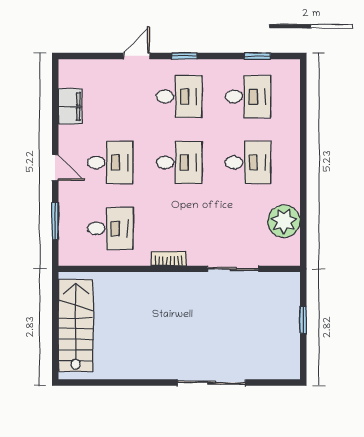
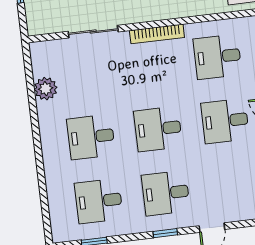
plant: (284, 221) -> (46, 89), width x0.73, depth x0.73
bookcase: (169, 259) -> (157, 34), width x1.56

